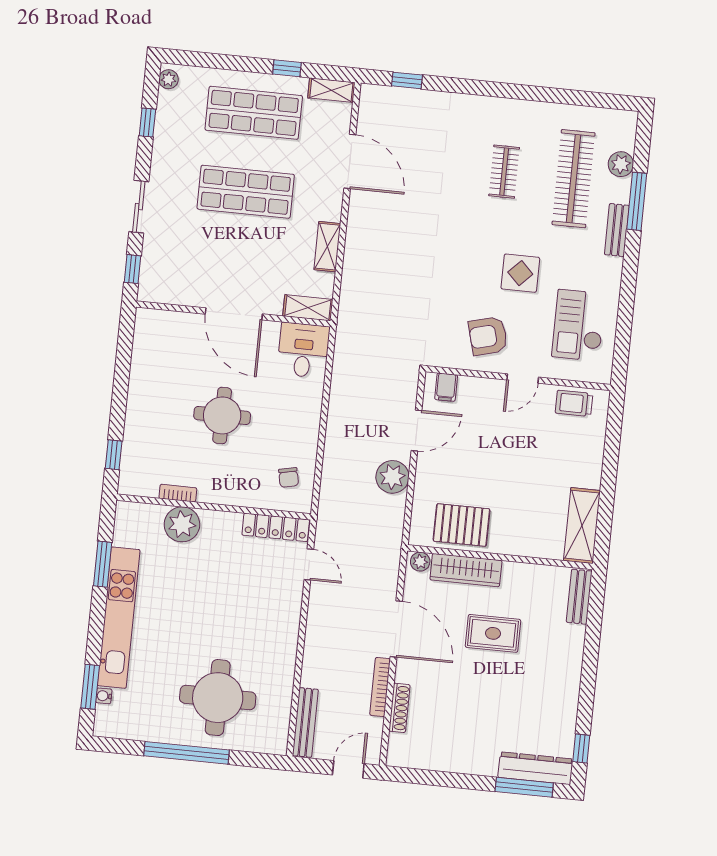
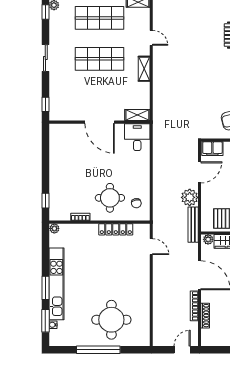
window: (147, 122) -> (45, 12), moved
door: (350, 161) -> (151, 38), width x0.53
sliding door: (139, 207) -> (45, 58), moved
shelving: (327, 247) -> (144, 69), moved
filing cabinet: (446, 387) -> (212, 149), width x2.00
round table: (222, 415) -> (110, 198), moved
plant: (182, 524) -> (54, 228), moved, width x0.53, depth x0.53
locker: (276, 527) -> (116, 229), moved
window: (103, 564) -> (45, 288), moved
bench: (305, 722) -> (193, 225), moved

